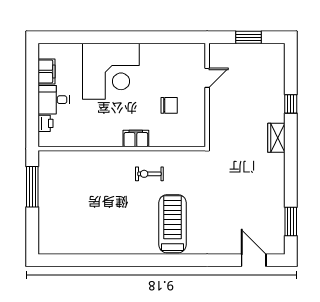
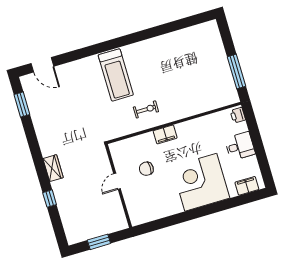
filing cabinet: (47, 71) -> (247, 186), moved, turned 90
door: (207, 78) -> (117, 181), moved
printer: (46, 123) -> (238, 115), moved

